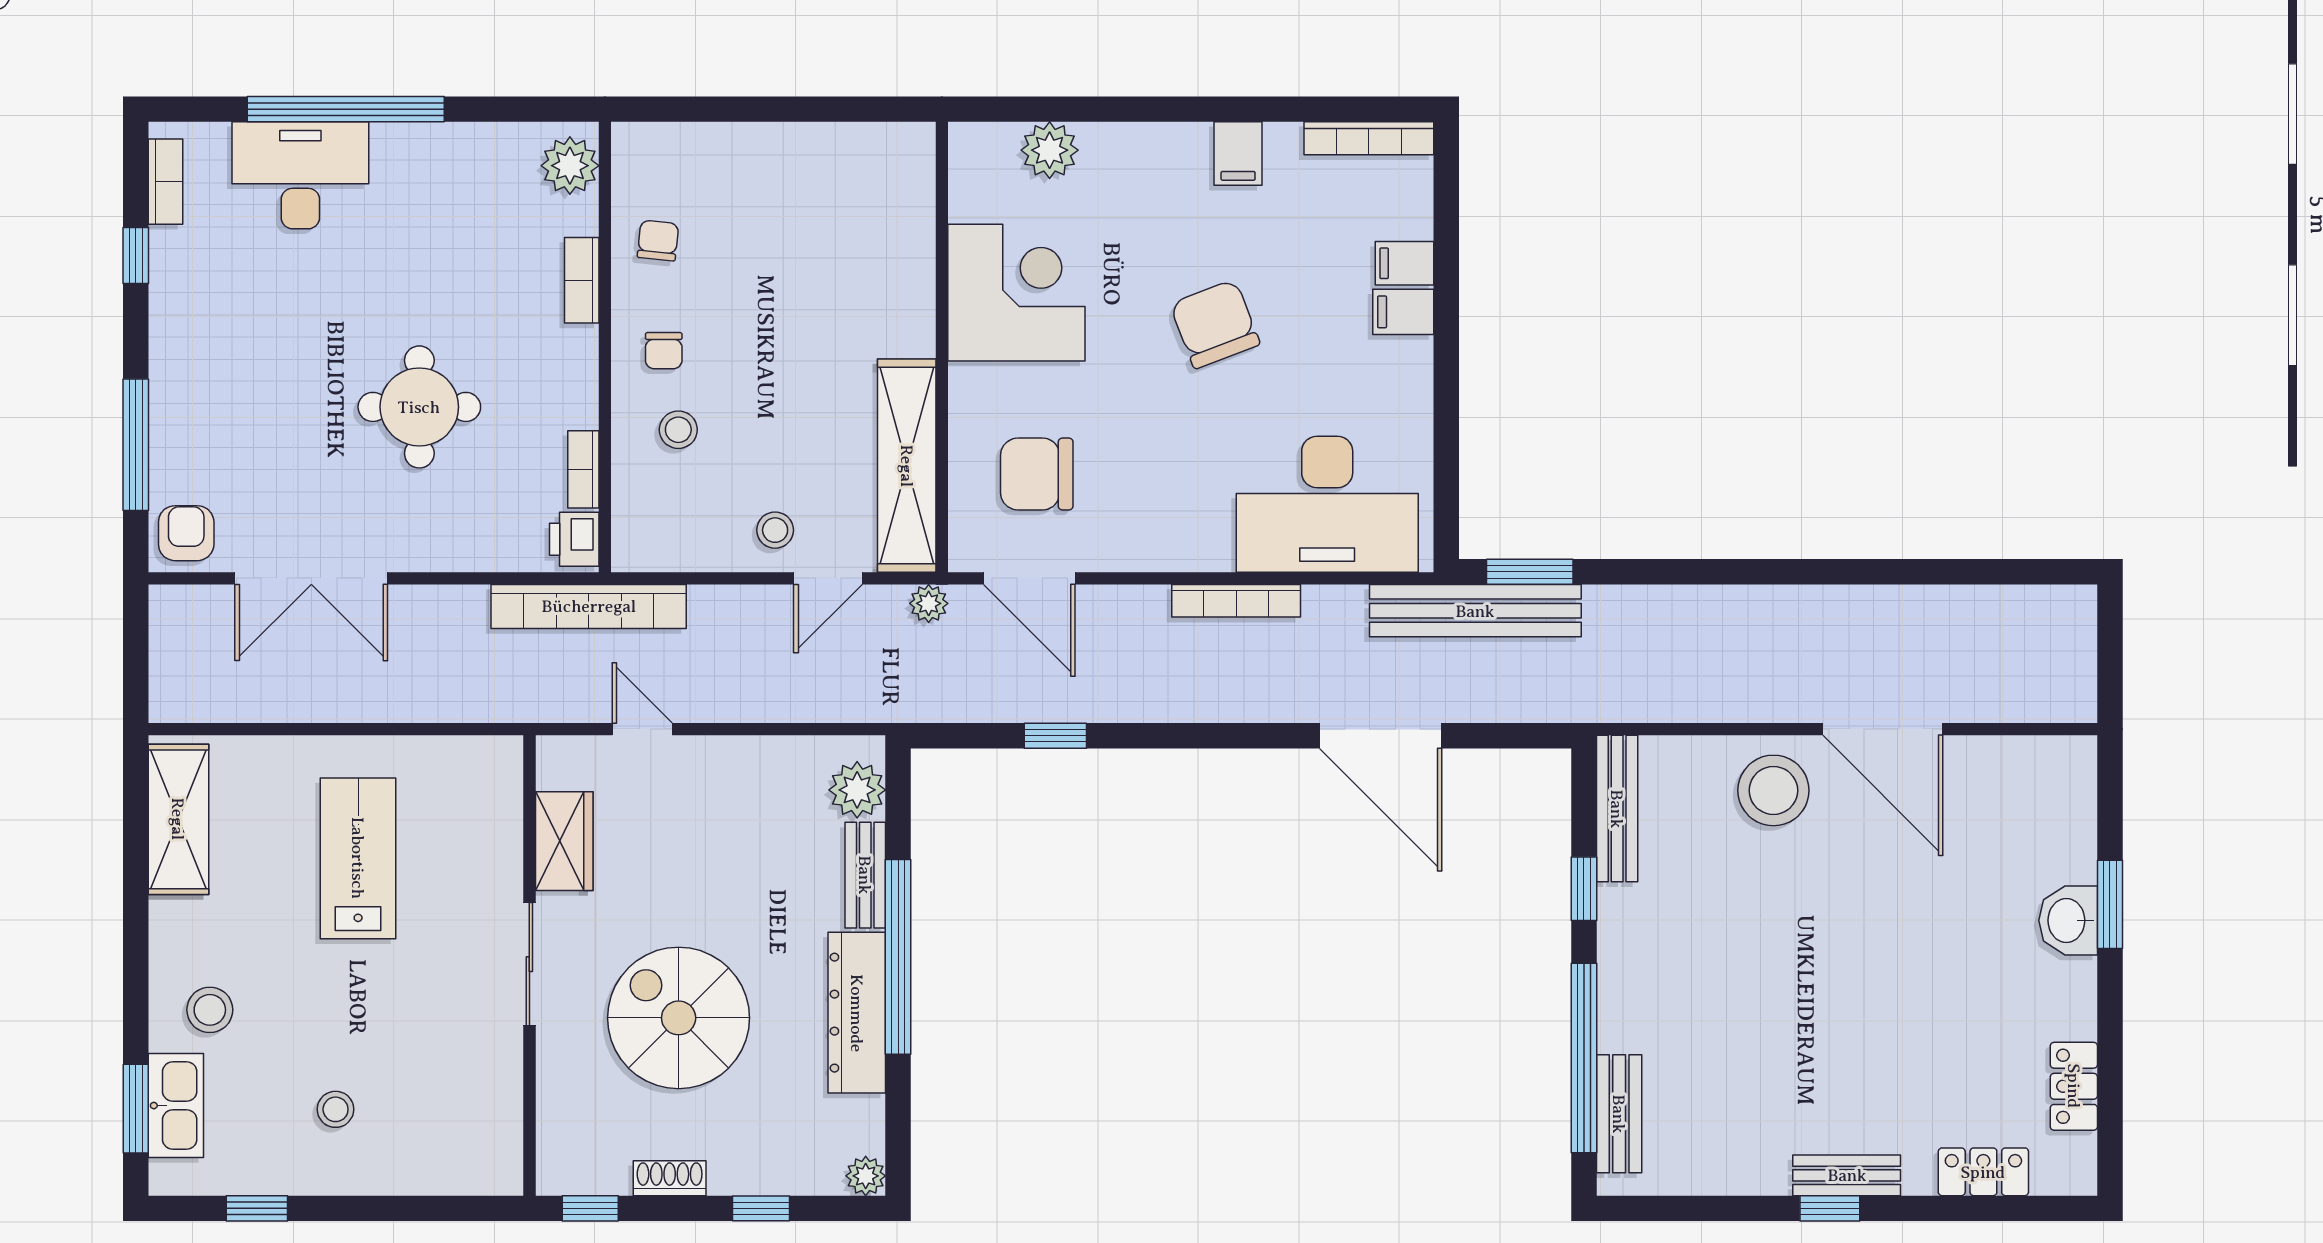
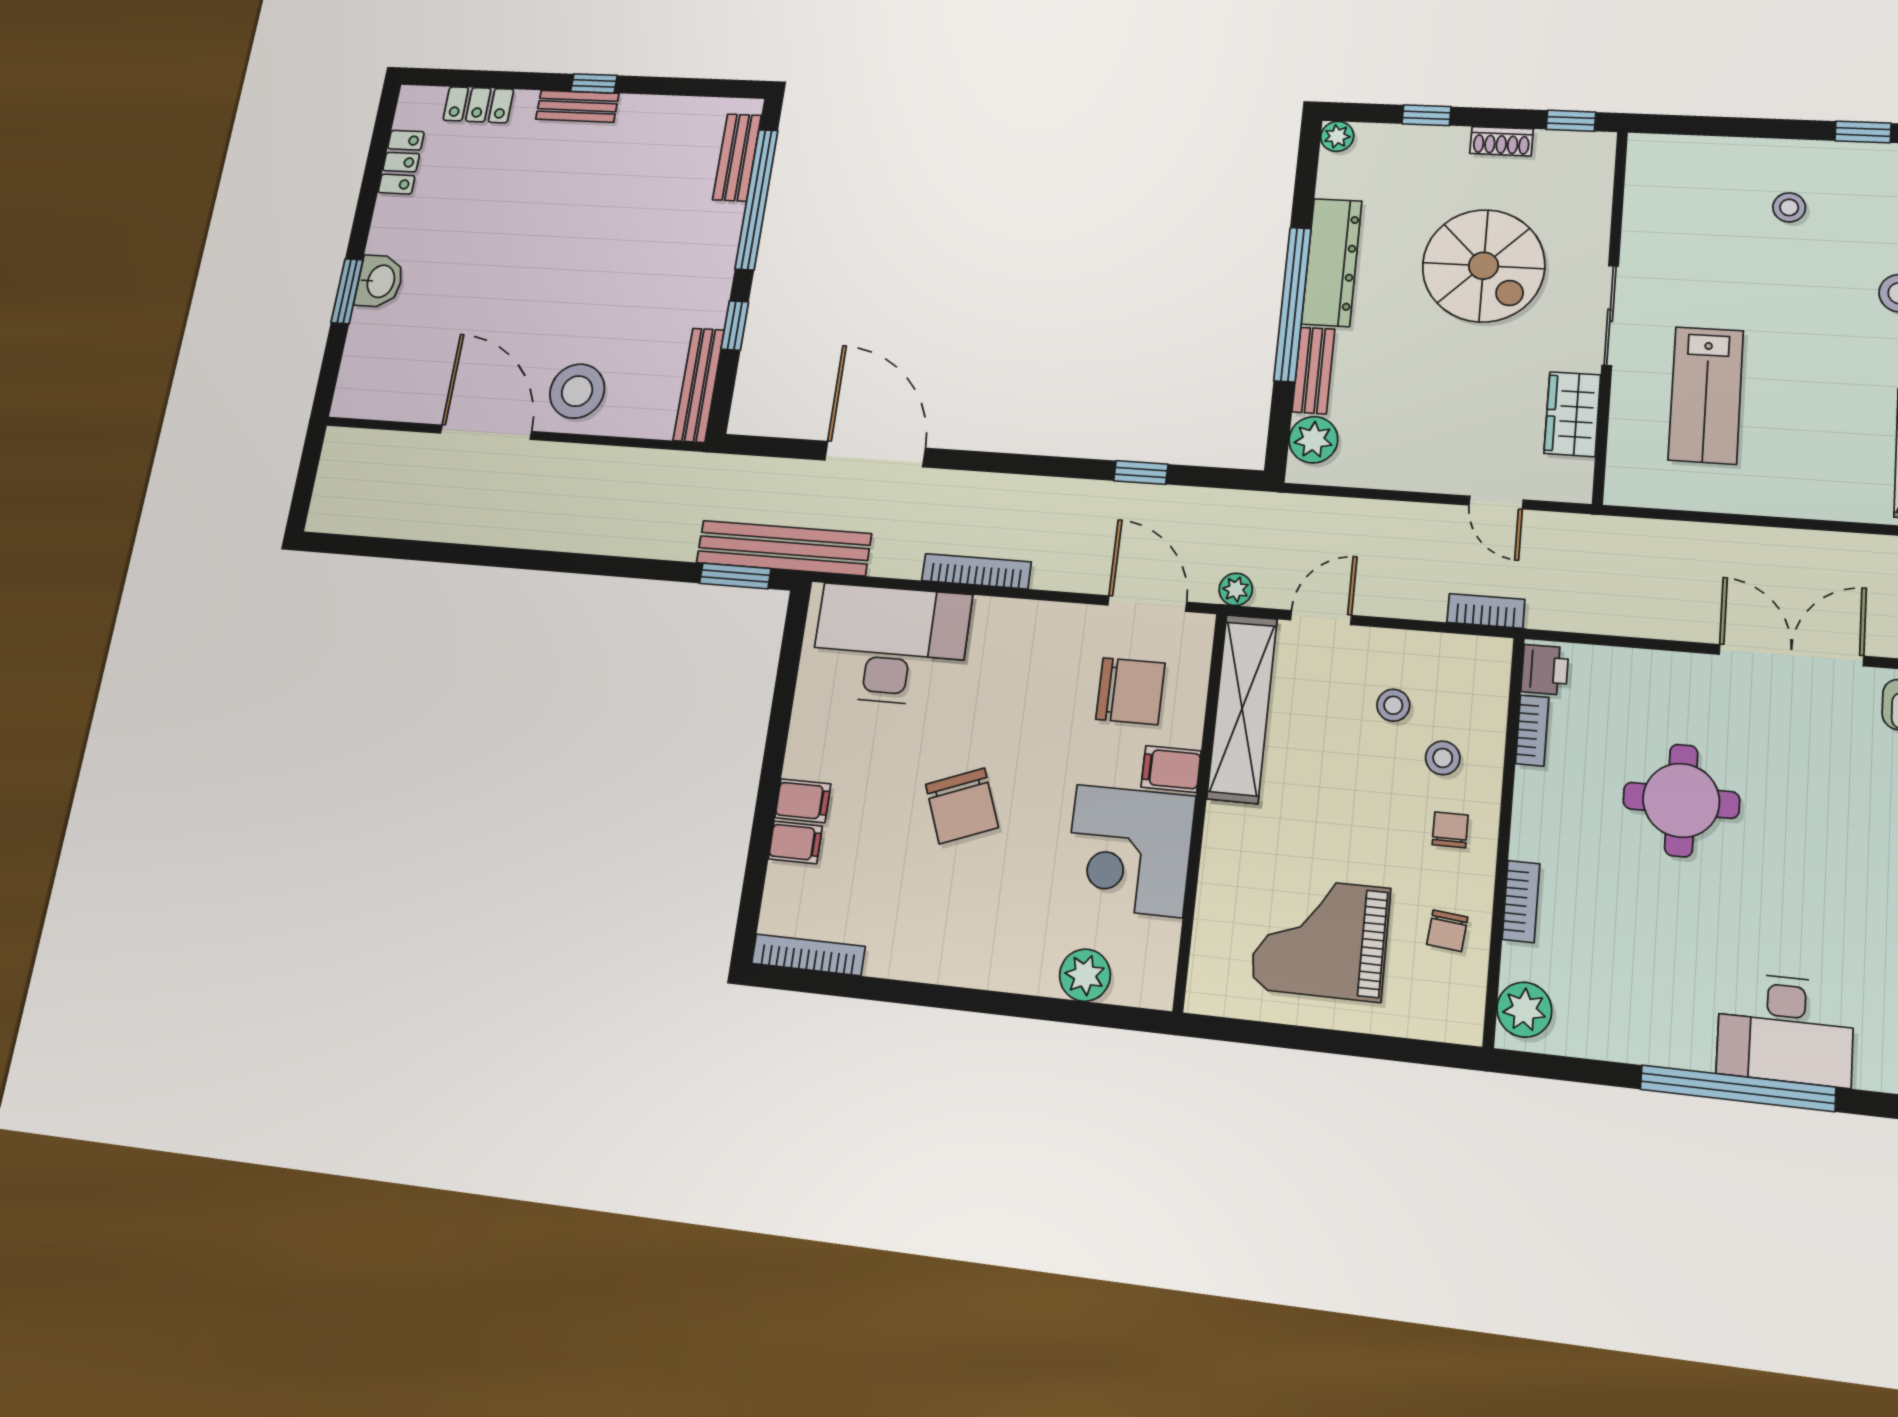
filing cabinet: (1238, 154) -> (1171, 769), moved, turned -90
grand piano: (794, 218) -> (1320, 938), added
stool: (775, 530) -> (1393, 705), moved
bookcase: (589, 606) -> (1486, 611), width x0.43, depth x0.76
lab bench: (358, 858) -> (1706, 395), moved

